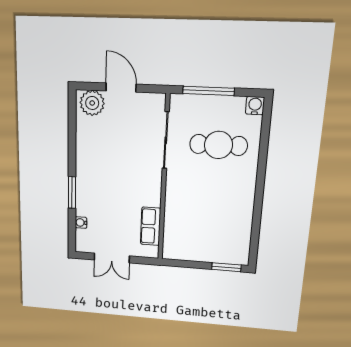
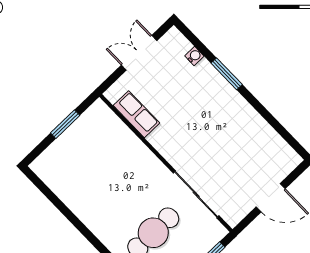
plant: (92, 103) -> (281, 163), removed
window: (226, 267) -> (65, 124), moved

